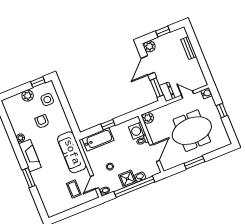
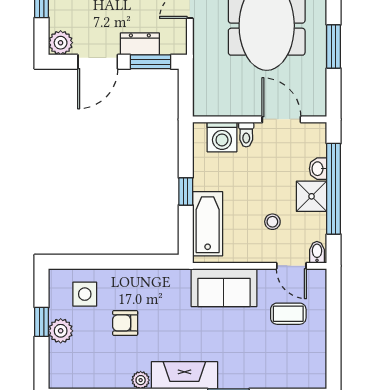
door: (148, 65) -> (98, 62), hinge flipped
window: (38, 82) -> (42, 322), moved
dresser: (167, 92) -> (140, 44), moved
plant: (148, 118) -> (205, 105), removed
sofa: (72, 152) -> (224, 288), width x0.73

